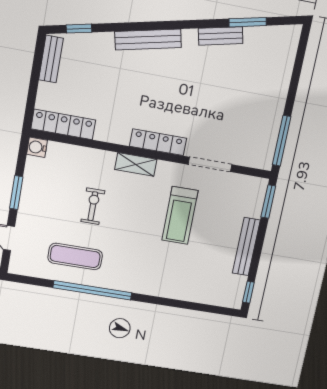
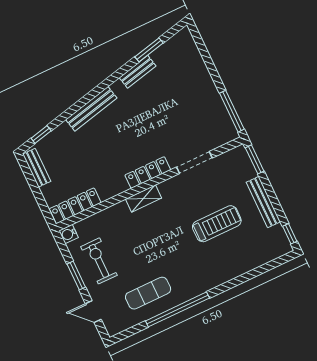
exercise bike: (93, 206) -> (99, 261), moved, width x1.38, depth x1.39
treadmill: (180, 215) -> (217, 224), moved, turned -90

